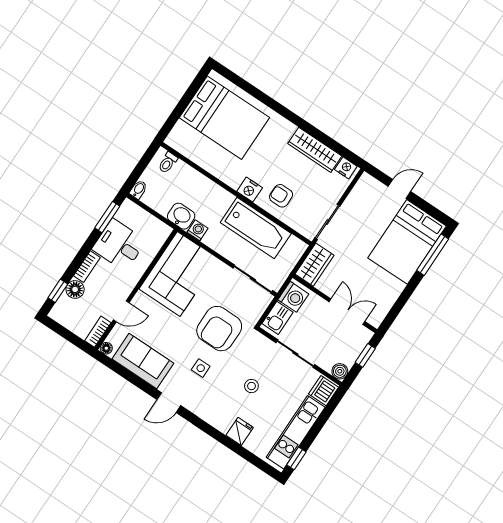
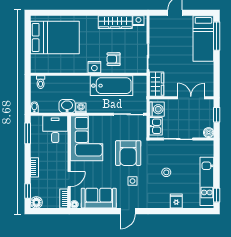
bed: (407, 242) -> (203, 39), width x0.67
desk: (119, 245) -> (55, 129), moved, turned 90
floor lamp: (75, 289) -> (36, 202), moved
dishwasher: (324, 391) -> (207, 149), removed

